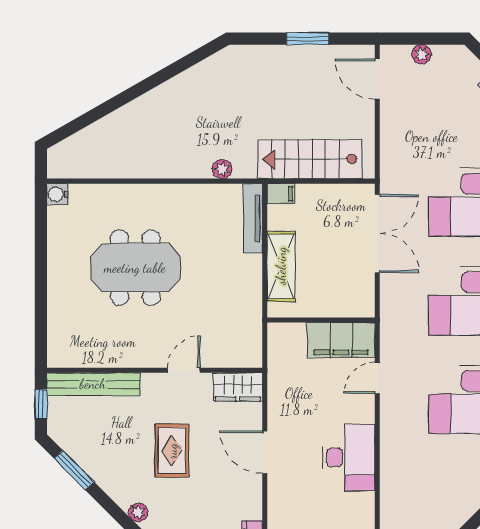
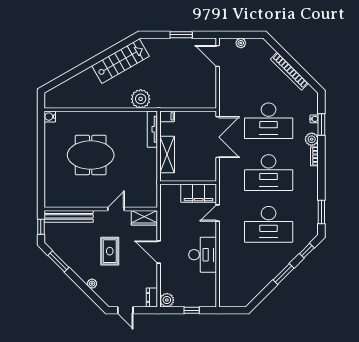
stairs: (310, 159) -> (121, 61), moved, turned 150
plant: (222, 169) -> (141, 99), width x1.88, depth x1.88

